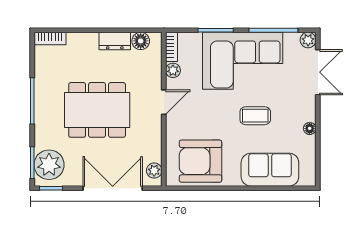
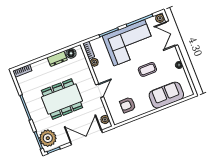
double door: (318, 72) -> (172, 33), swing flipped
door: (164, 102) -> (100, 91), moved
armchair: (201, 161) -> (128, 105), width x0.53, depth x0.53

